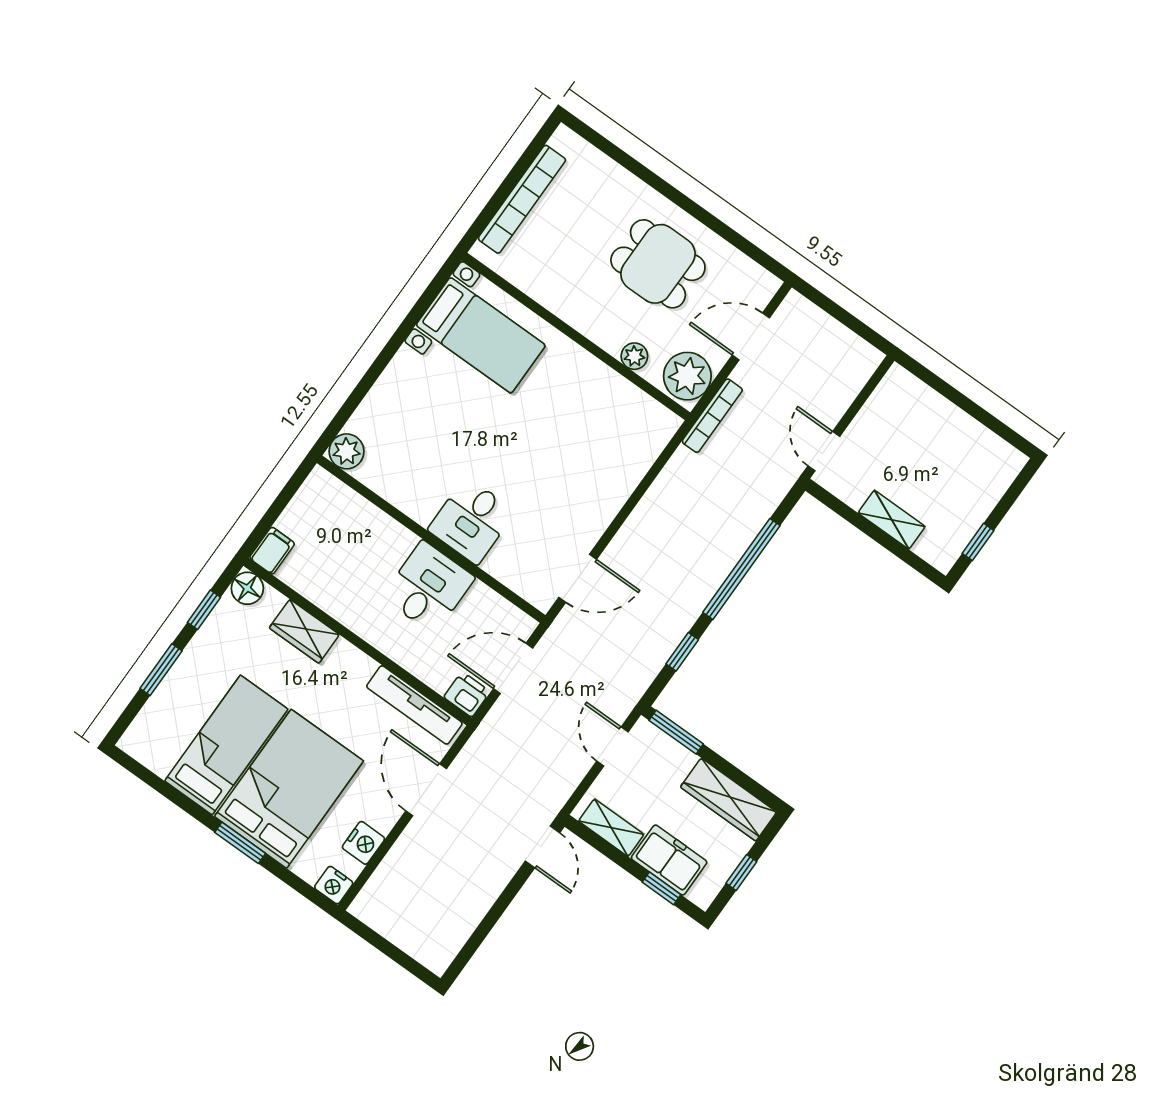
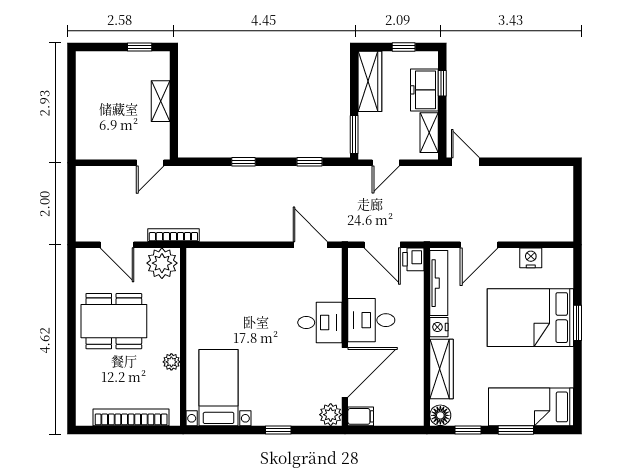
dining table: (658, 264) -> (114, 321), width x1.38
plant: (634, 356) -> (171, 362), moved
window: (374, 372) -> (278, 430), added
door: (387, 507) -> (345, 372), added
filing cabinet: (272, 551) -> (361, 416), moved, turned 180
window: (741, 569) -> (243, 162), width x0.32
wardrobe: (304, 631) -> (441, 369), width x1.50
bed: (226, 745) -> (531, 407), moved
door: (542, 847) -> (465, 162), hinge flipped
nightstand: (334, 885) -> (439, 327), moved, turned 180

